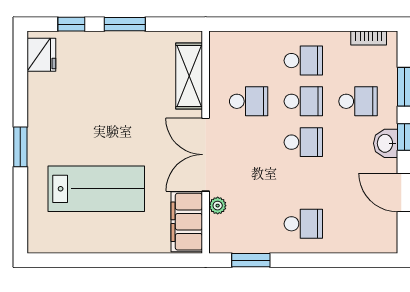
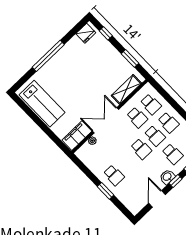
window: (125, 24) -> (130, 58), moved
school desk: (249, 61) -> (151, 104), added
window: (20, 147) -> (48, 56), width x2.11
lab bench: (96, 189) -> (42, 104), moved
window: (251, 260) -> (105, 191), moved

